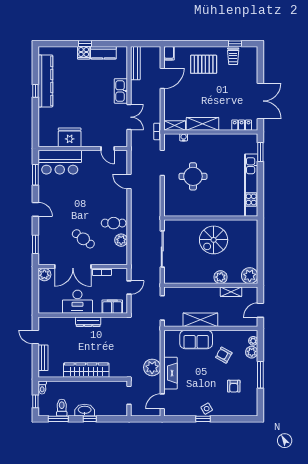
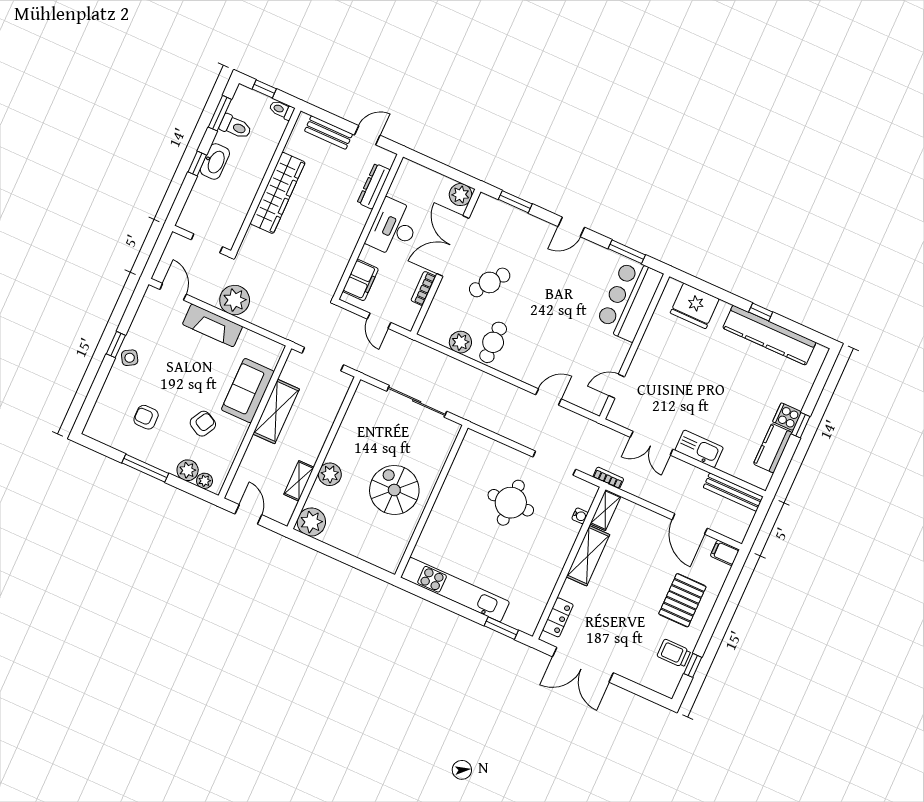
fridge: (70, 137) -> (695, 306), moved, turned 90
dresser: (88, 322) -> (374, 186), moved

